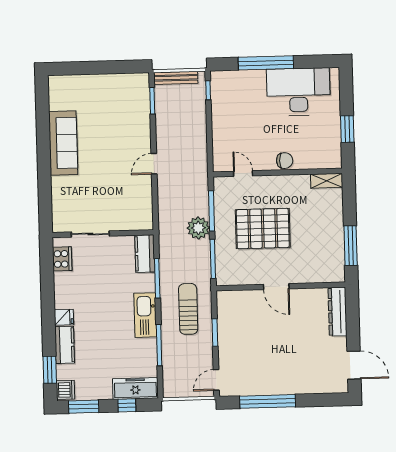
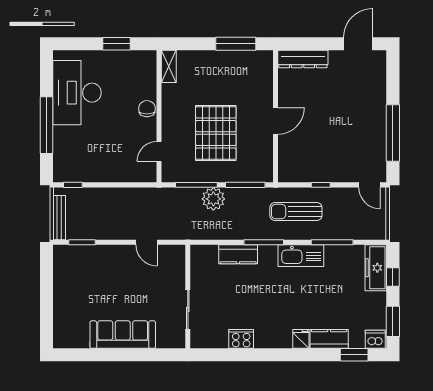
sliding door: (90, 234) -> (188, 309), moved
wall: (103, 234) -> (188, 297), moved
window: (215, 333) -> (321, 185), width x0.67

